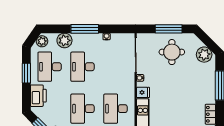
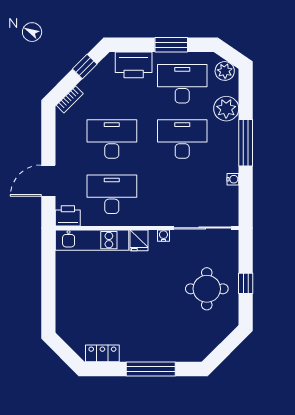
window: (169, 29) -> (246, 283), width x0.46
plant: (204, 55) -> (202, 343), removed

